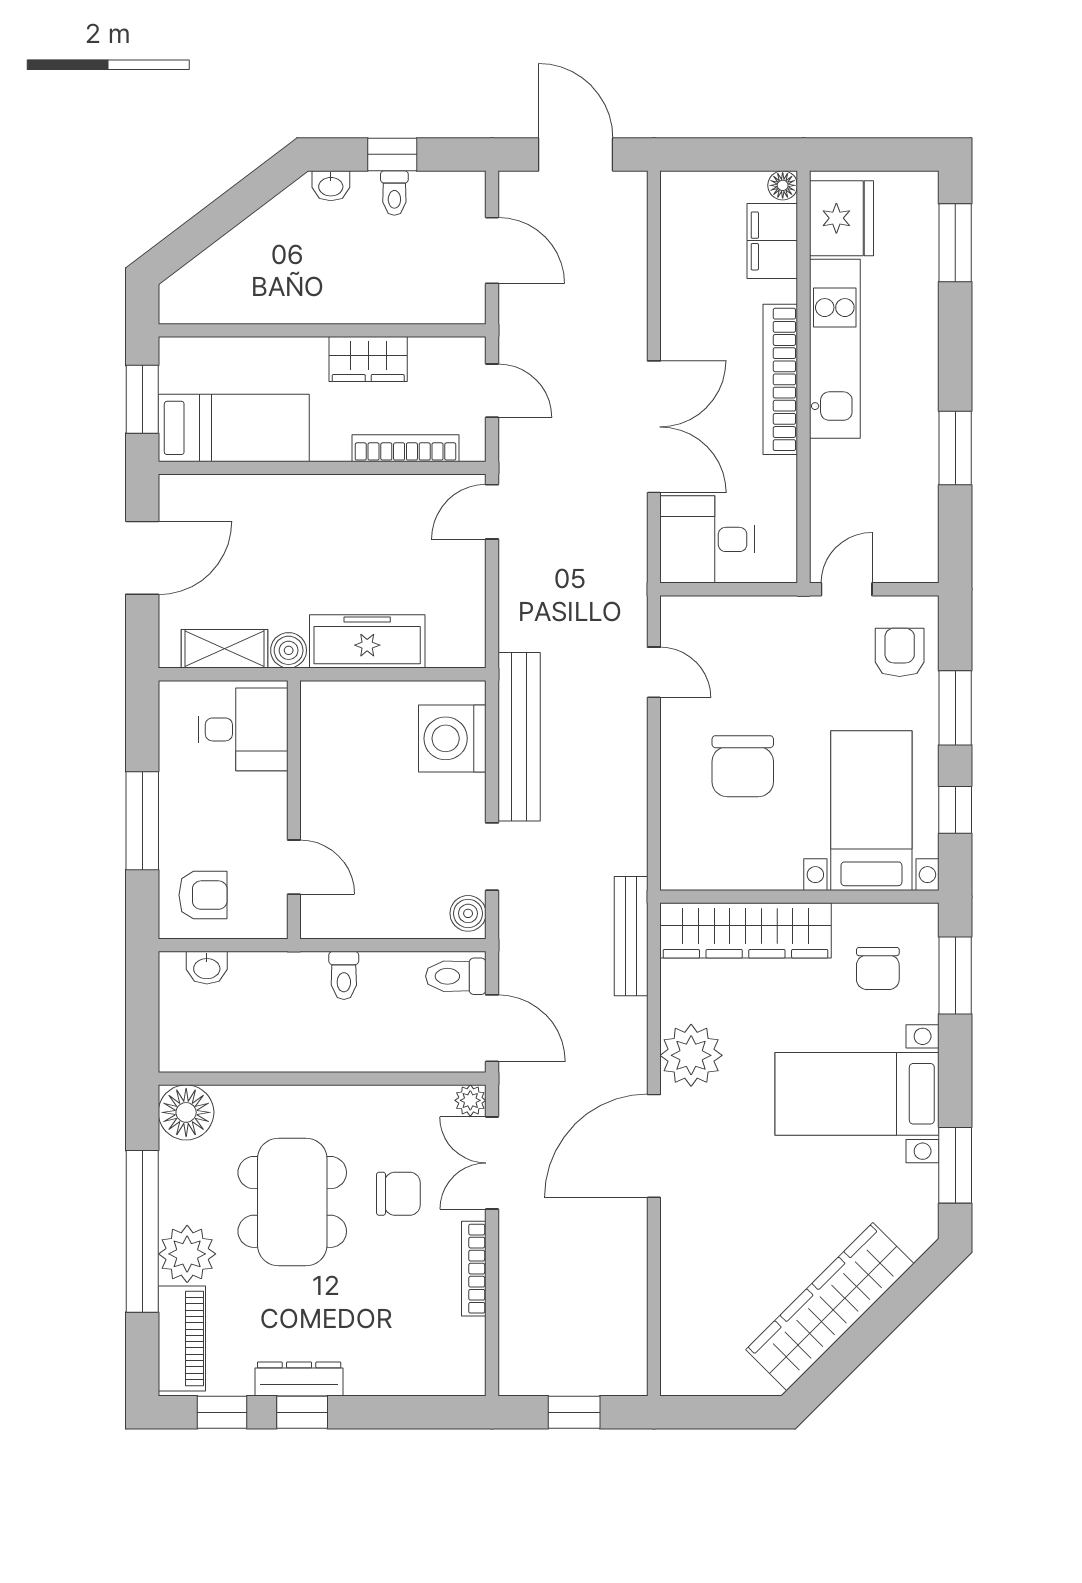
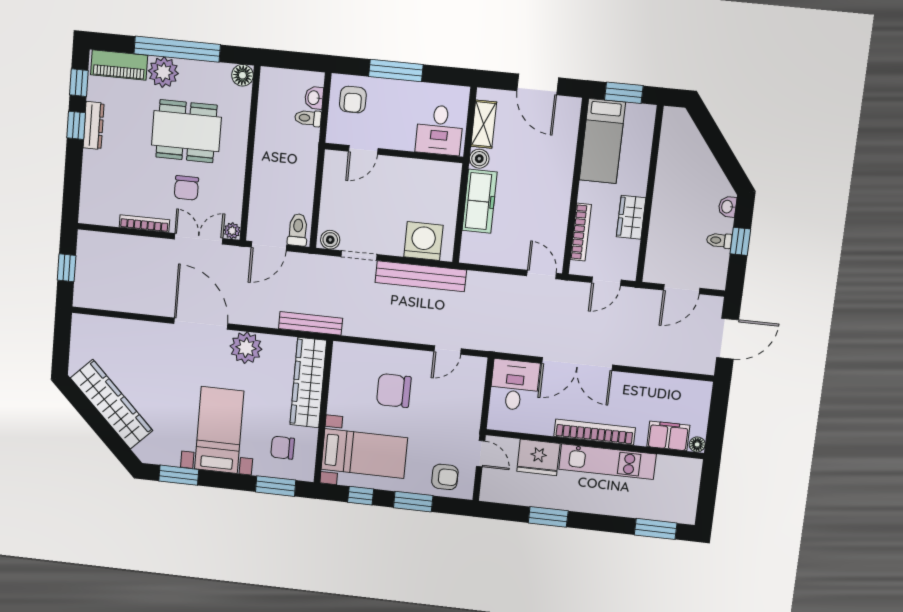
fridge: (841, 218) -> (538, 457), moved
toilet: (344, 975) -> (308, 118), moved
floor lamp: (186, 1112) -> (242, 75), width x0.73, depth x0.73

